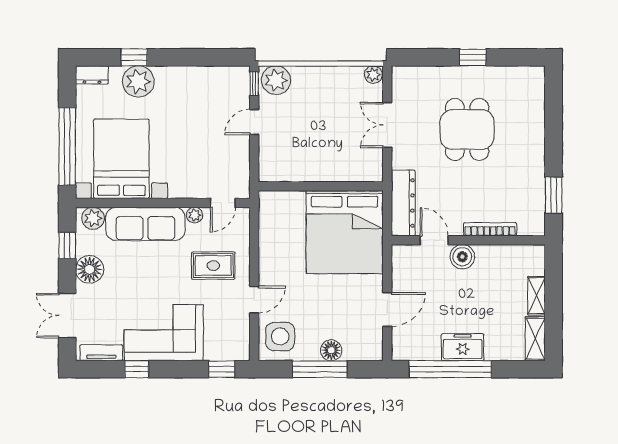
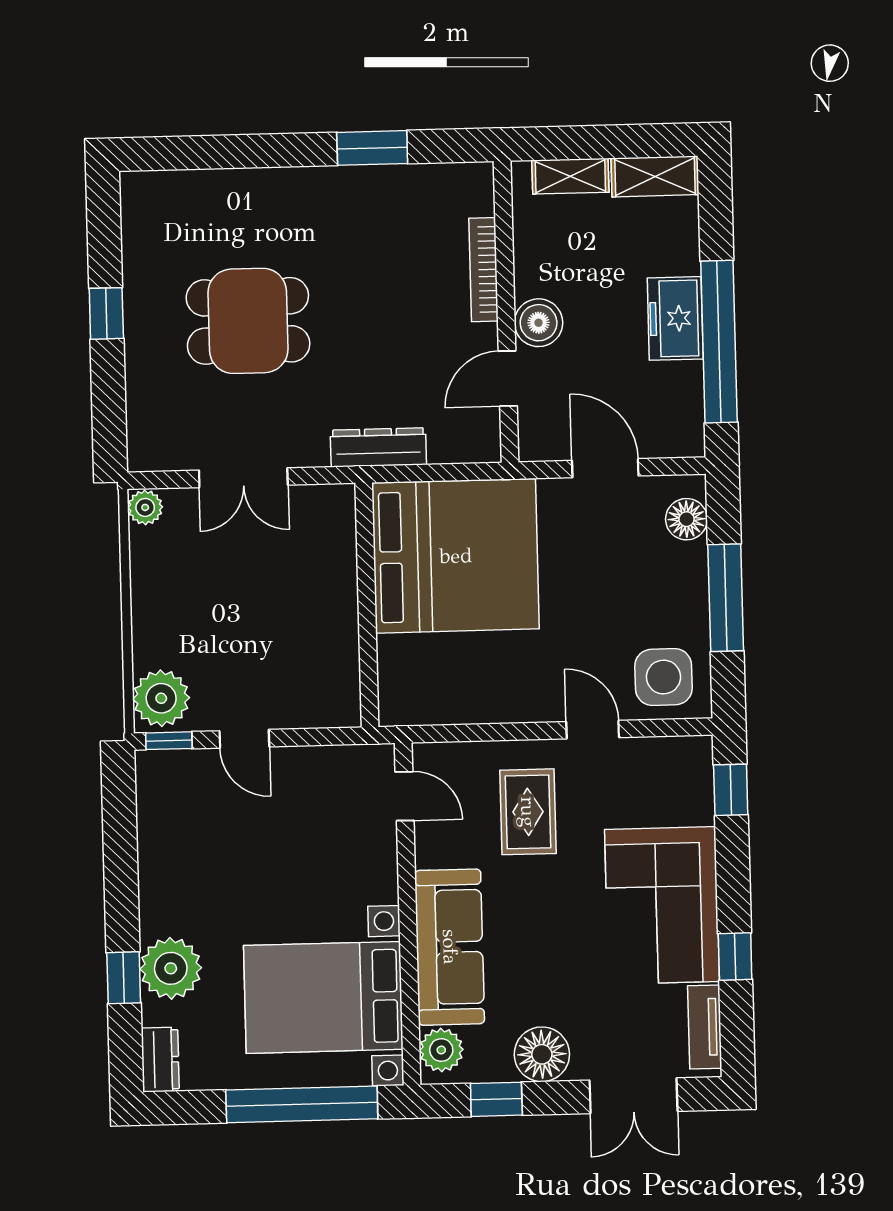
dresser: (403, 203) -> (378, 447), width x0.73, depth x0.80
plant: (195, 215) -> (430, 851), removed
bookcase: (490, 229) -> (484, 270), moved
door: (434, 240) -> (508, 379), moved
wall: (468, 240) -> (506, 312), moved
boiler: (462, 257) -> (539, 323), moved
floor lamp: (331, 350) -> (687, 519), moved

